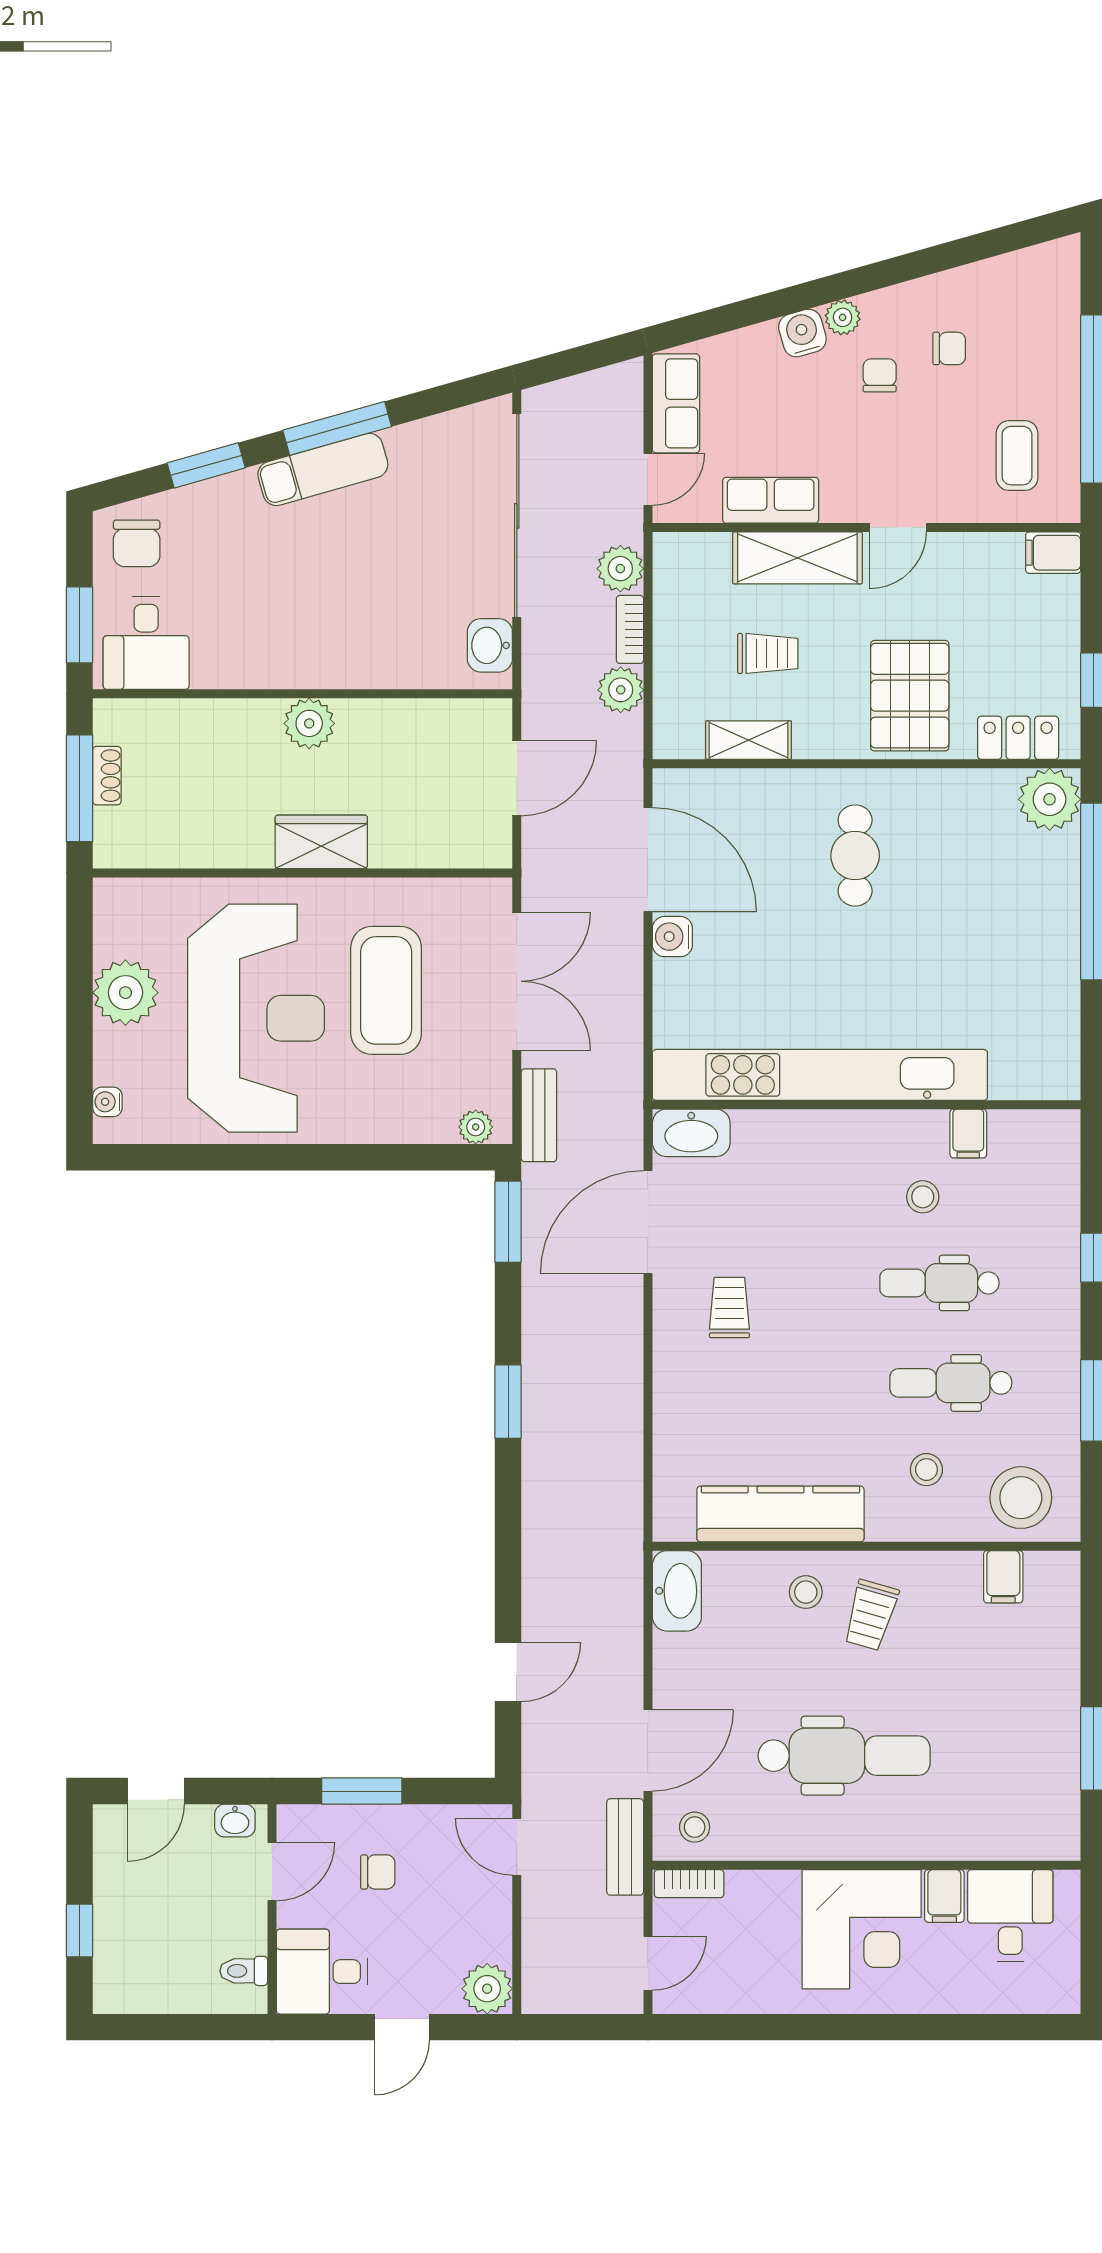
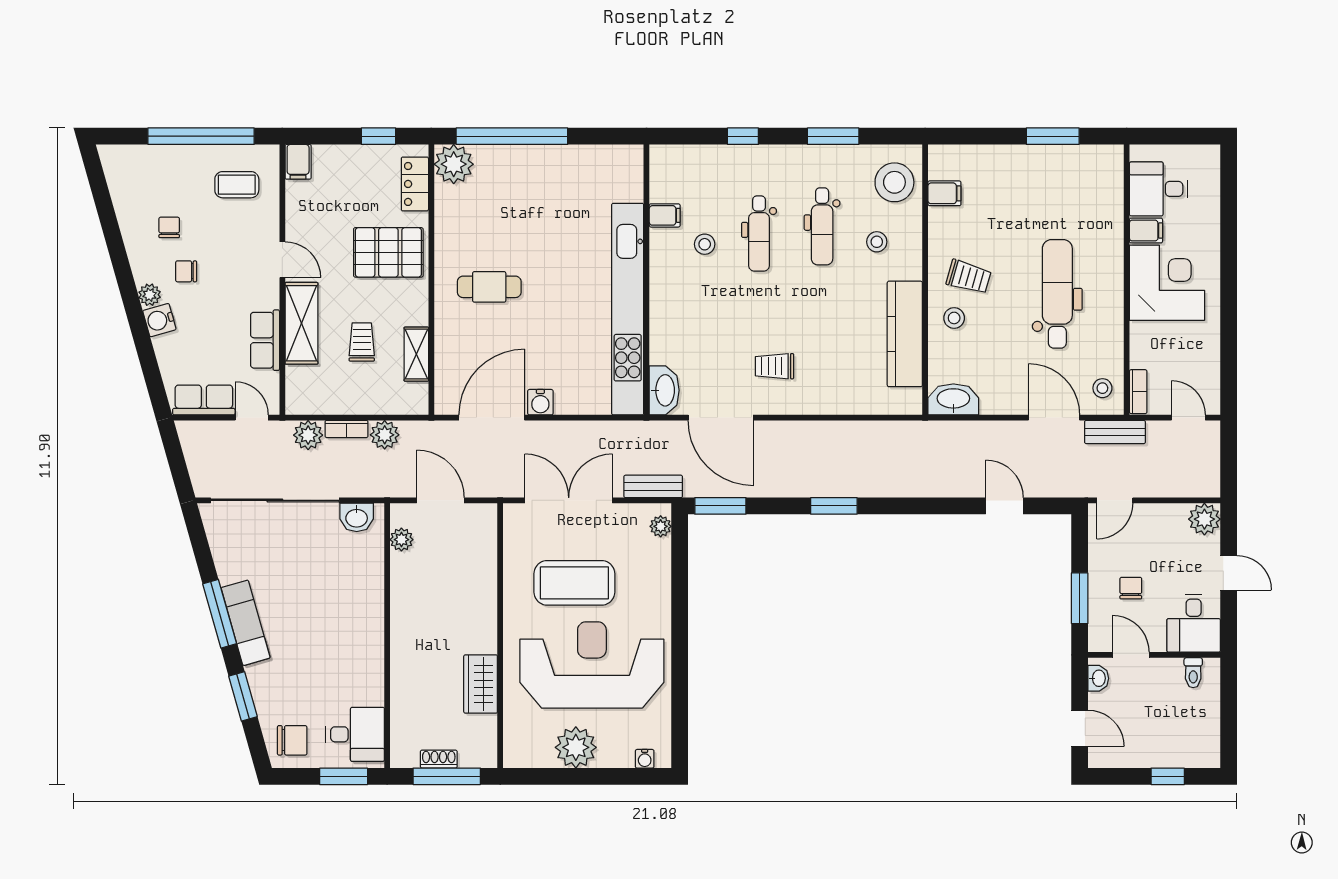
plant: (309, 723) -> (401, 540), moved, width x0.73, depth x0.73
wardrobe: (321, 842) -> (481, 684), moved

